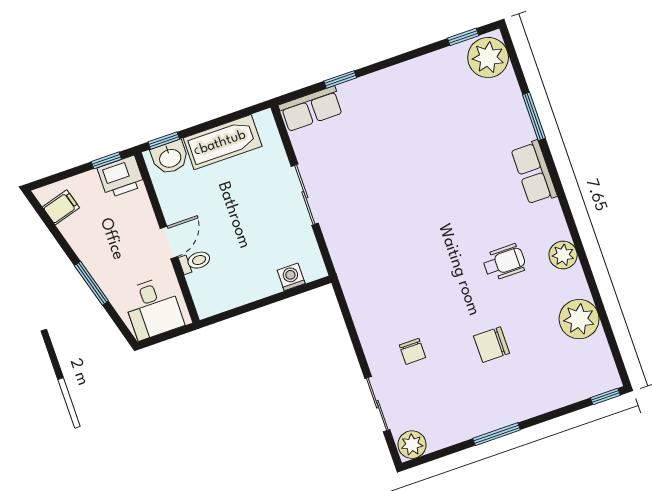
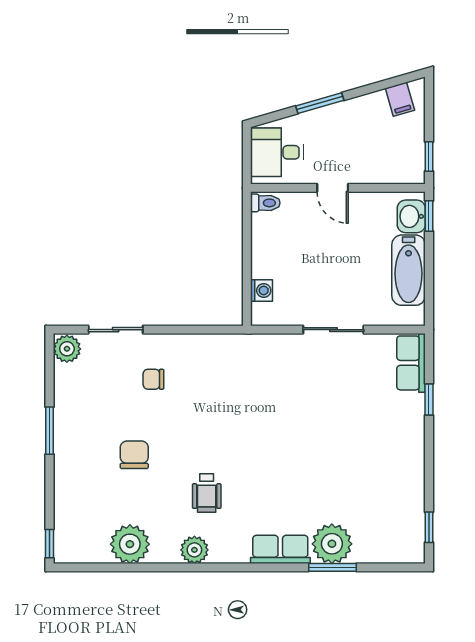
plant: (488, 57) -> (332, 544), moved
printer: (121, 177) -> (409, 165), removed
toilet: (195, 261) -> (265, 203), moved, turned -90

